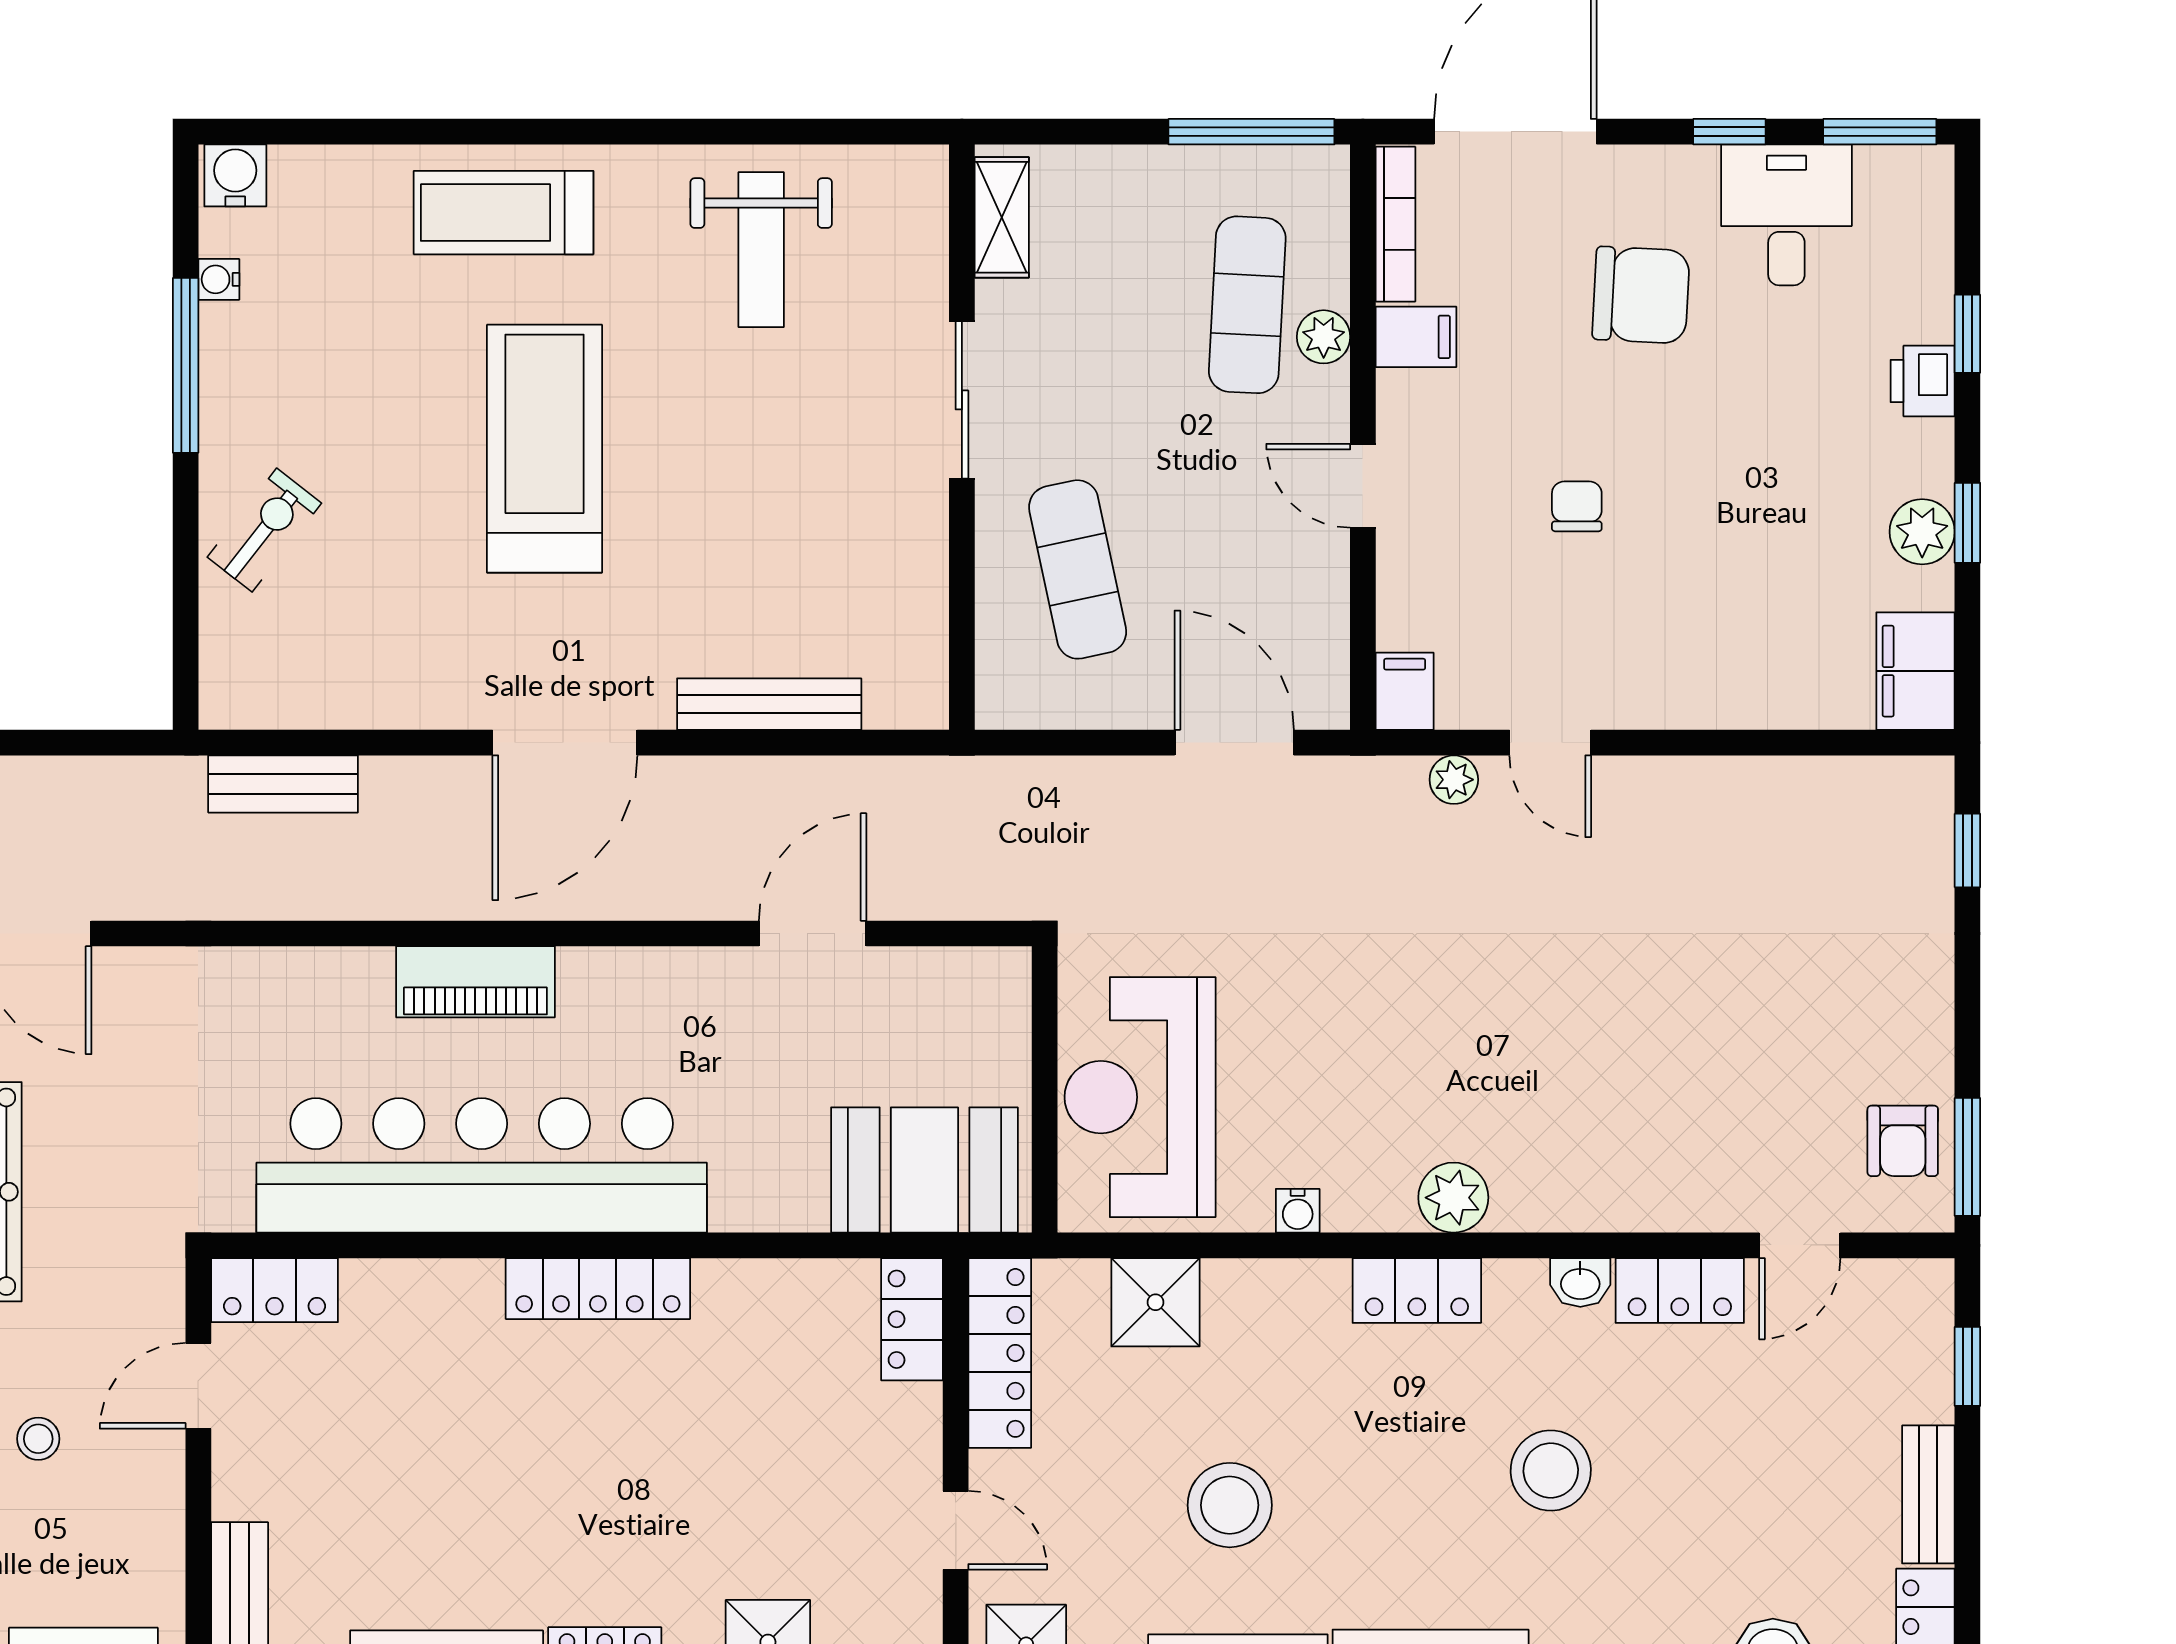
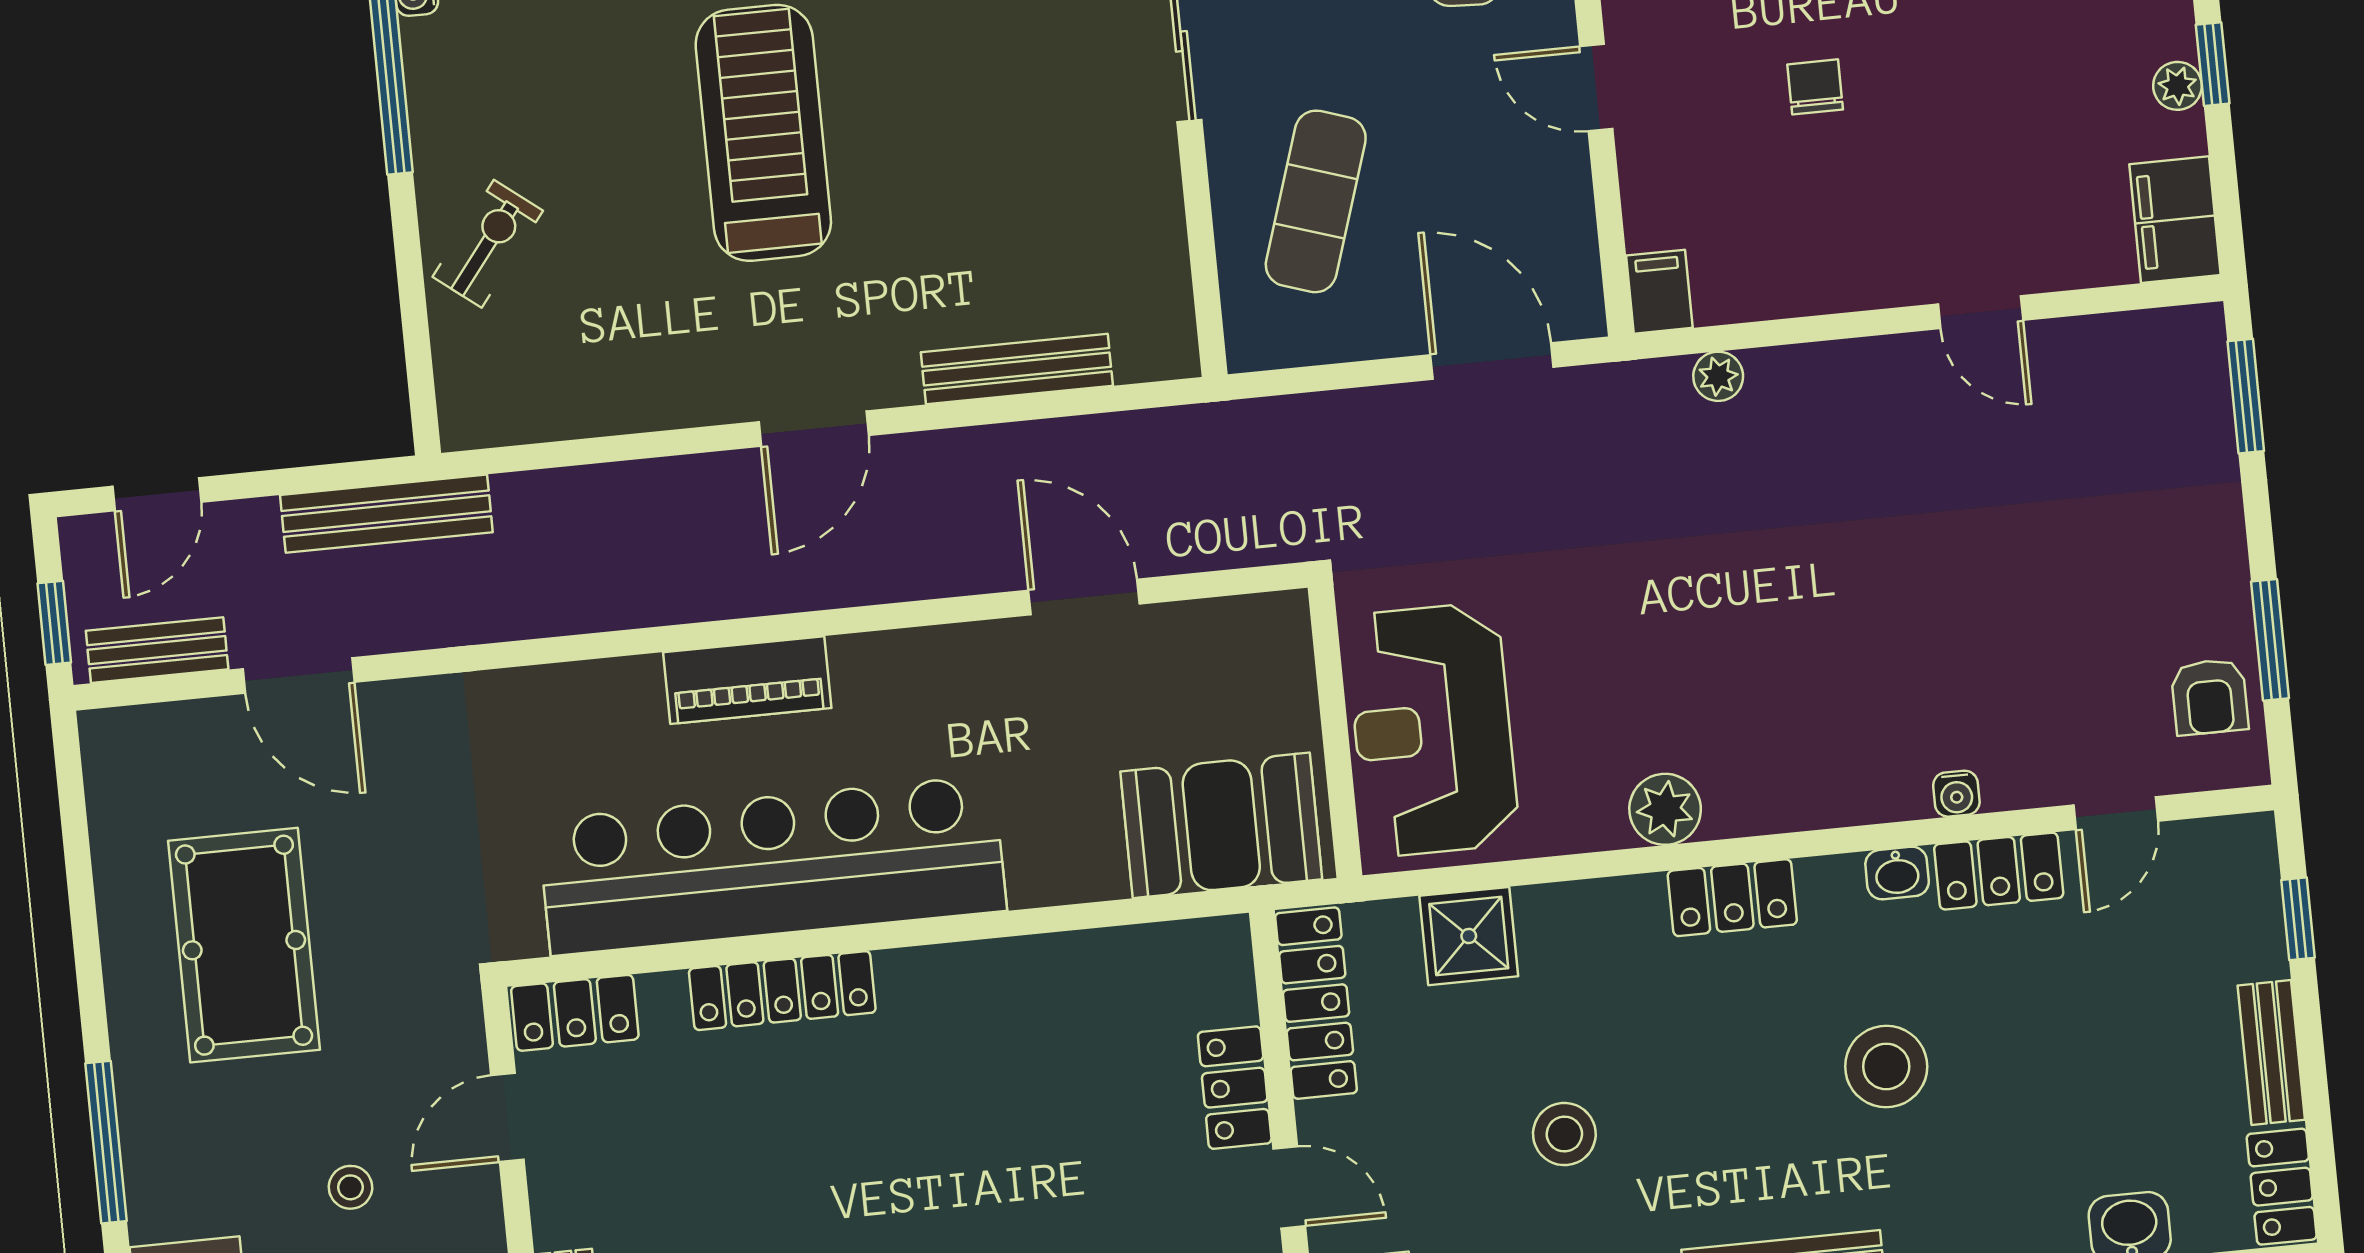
plant: (1922, 532) -> (2177, 86), width x0.73, depth x0.73
exercise mat: (1078, 569) -> (1316, 201), turned 30
door: (565, 743) -> (814, 429), width x0.73
door: (1550, 743) -> (1981, 312), moved
bench: (283, 784) -> (386, 514), moved, width x1.36
window: (1967, 851) -> (2246, 396), width x1.50
door: (813, 934) -> (1084, 597), hinge flipped
window: (1967, 1157) -> (2270, 640), moved
plant: (1453, 1198) -> (1665, 809), moved
water cooler: (1298, 1211) -> (1956, 794), moved
locker: (598, 1289) -> (782, 991), moved
locker: (912, 1319) -> (1235, 1088), moved
stool: (1230, 1505) -> (1564, 1134), width x0.73, depth x0.73

